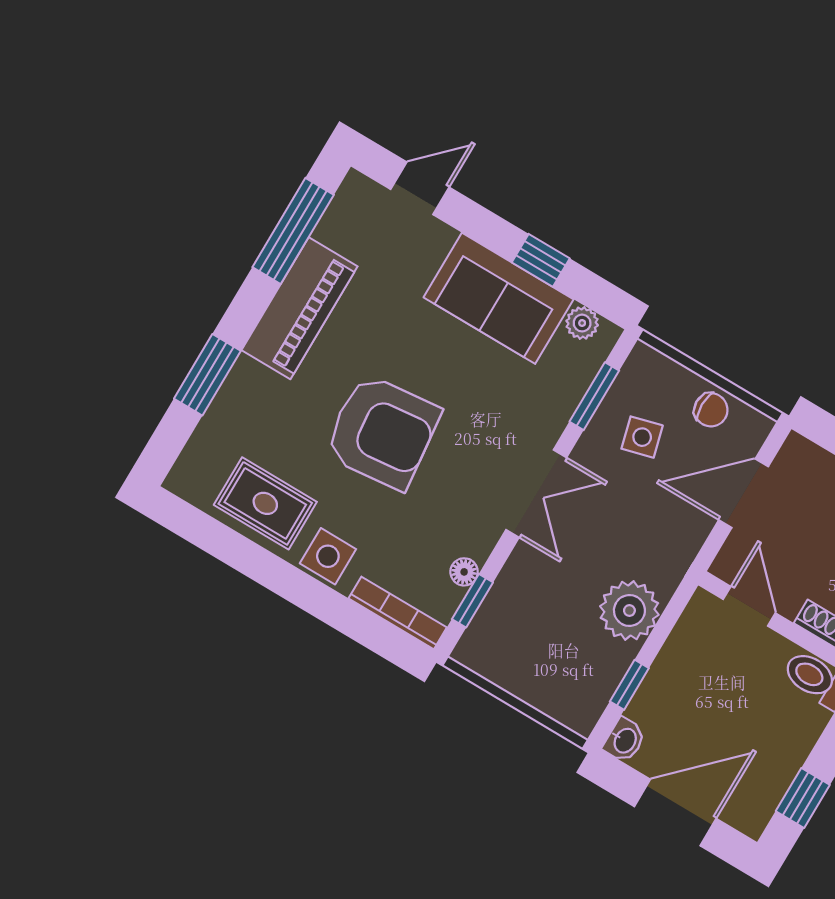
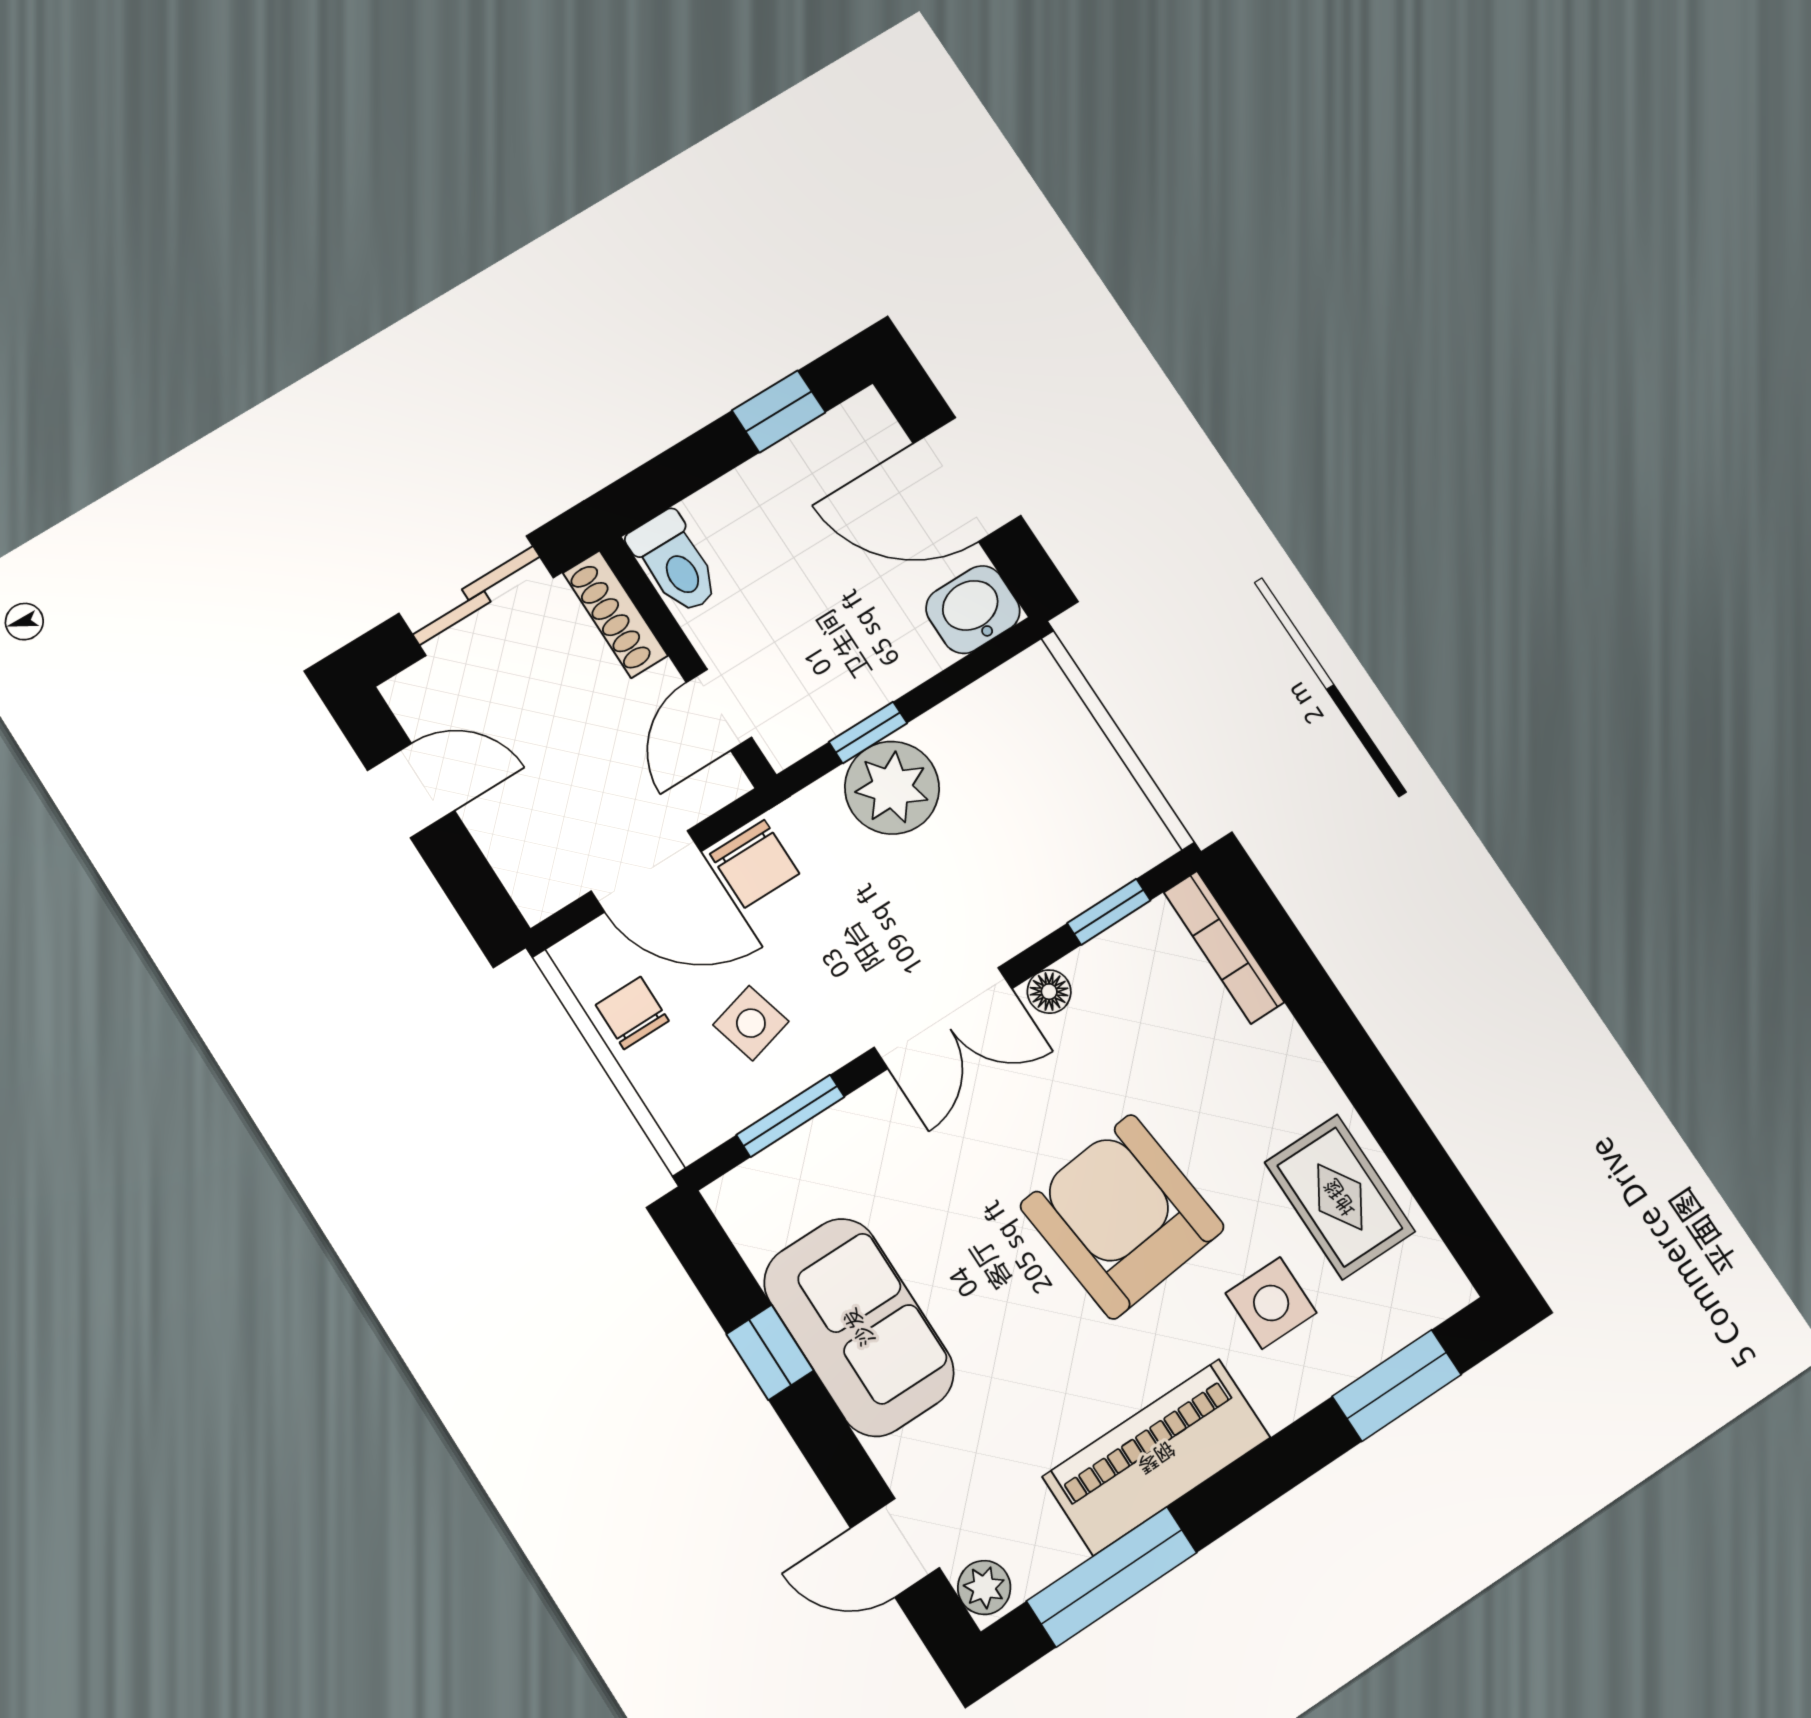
plant: (582, 323) -> (984, 1588), moved
window: (207, 375) -> (1397, 1385), moved
double door: (536, 494) -> (943, 1018), swing flipped
chair: (685, 528) -> (755, 864), added
side table: (328, 556) -> (1271, 1303), moved
floor lamp: (464, 572) -> (1049, 992), moved
window: (629, 685) -> (868, 732), moved
washbasin: (624, 740) -> (973, 610), width x1.38, depth x1.45

